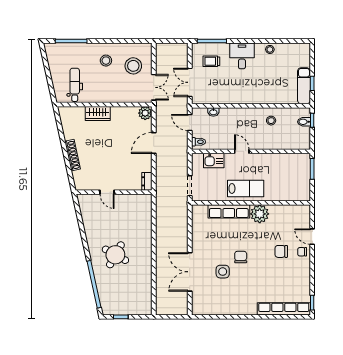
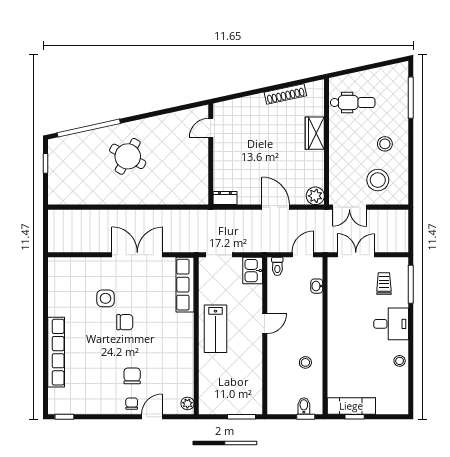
shoe rack: (73, 155) -> (285, 94), moved
kitchen sink: (214, 160) -> (253, 271), moved
door: (107, 192) -> (211, 128), moved
row of seats: (229, 211) -> (185, 285), moved
plant: (260, 214) -> (187, 403), moved, width x0.53, depth x0.53
double door: (190, 272) -> (137, 255), moved
row of seats: (284, 309) -> (56, 352), moved

